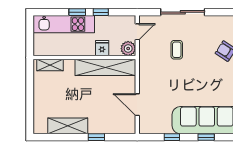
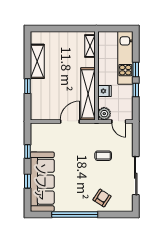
sliding door: (183, 12) -> (136, 176), moved
door: (137, 105) -> (70, 121), moved

